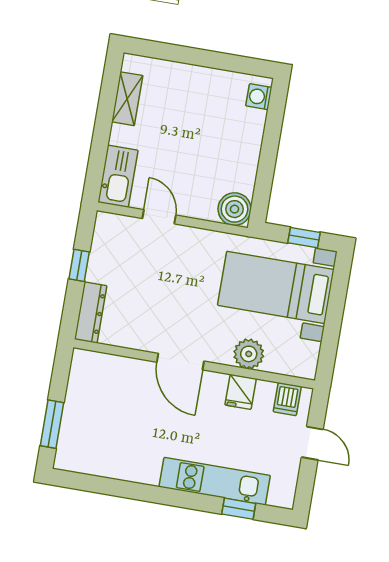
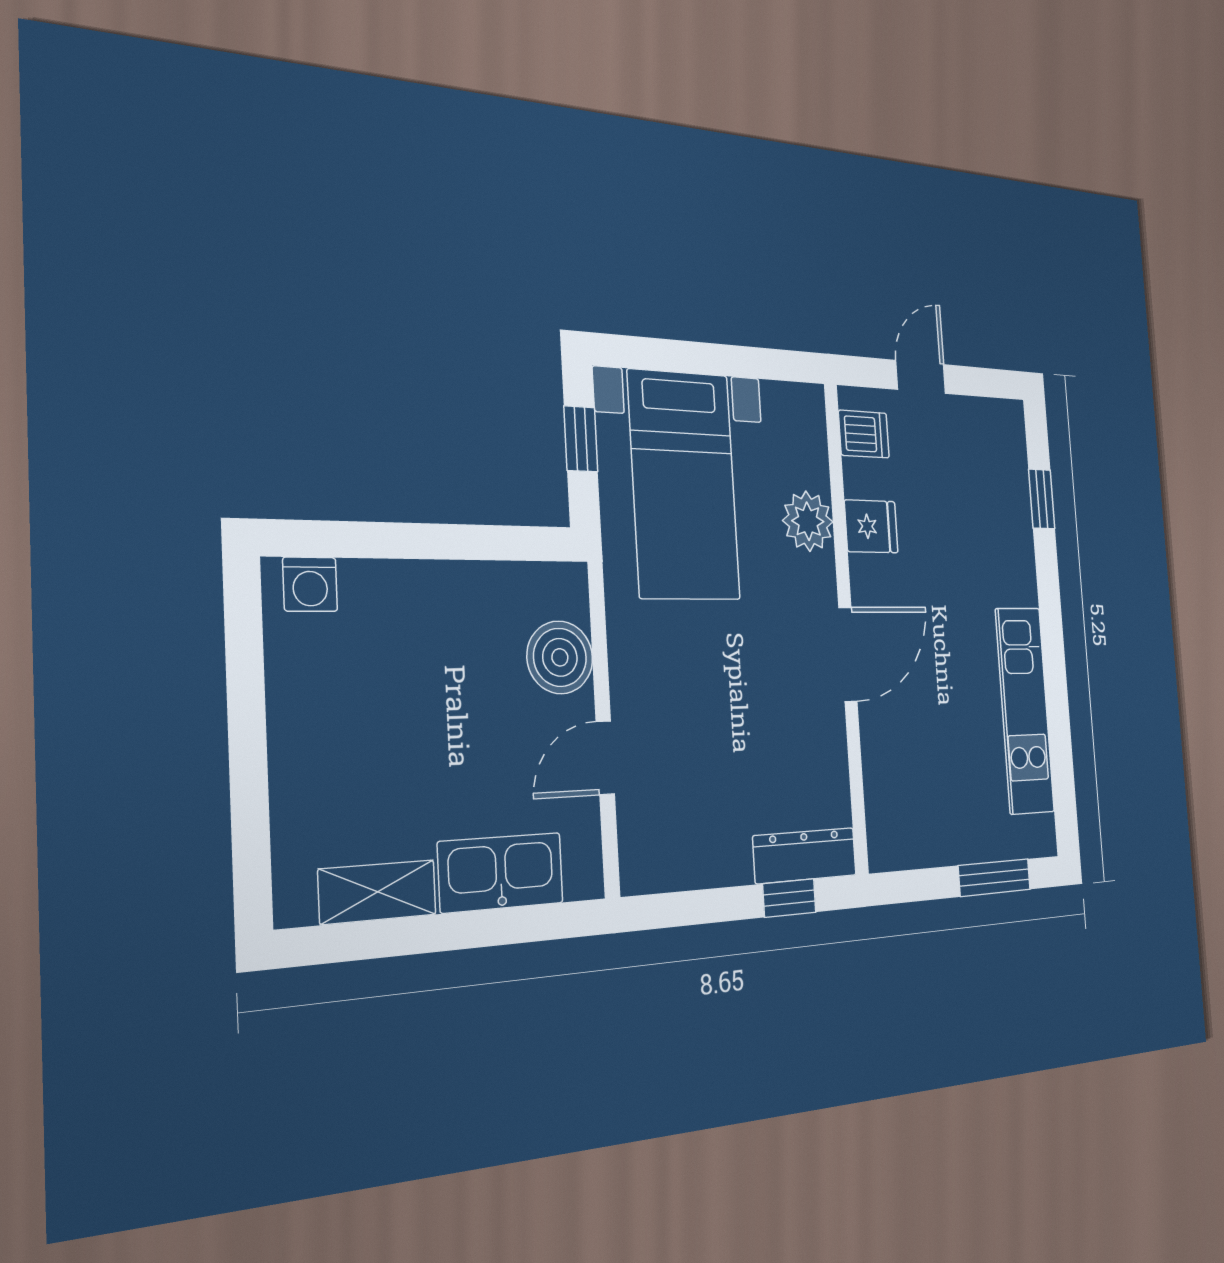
kitchen sink: (118, 176) -> (501, 872), moved
boiler: (235, 209) -> (560, 657), moved
window: (79, 265) -> (789, 898), moved
kitchen unit: (215, 481) -> (1025, 710), moved

